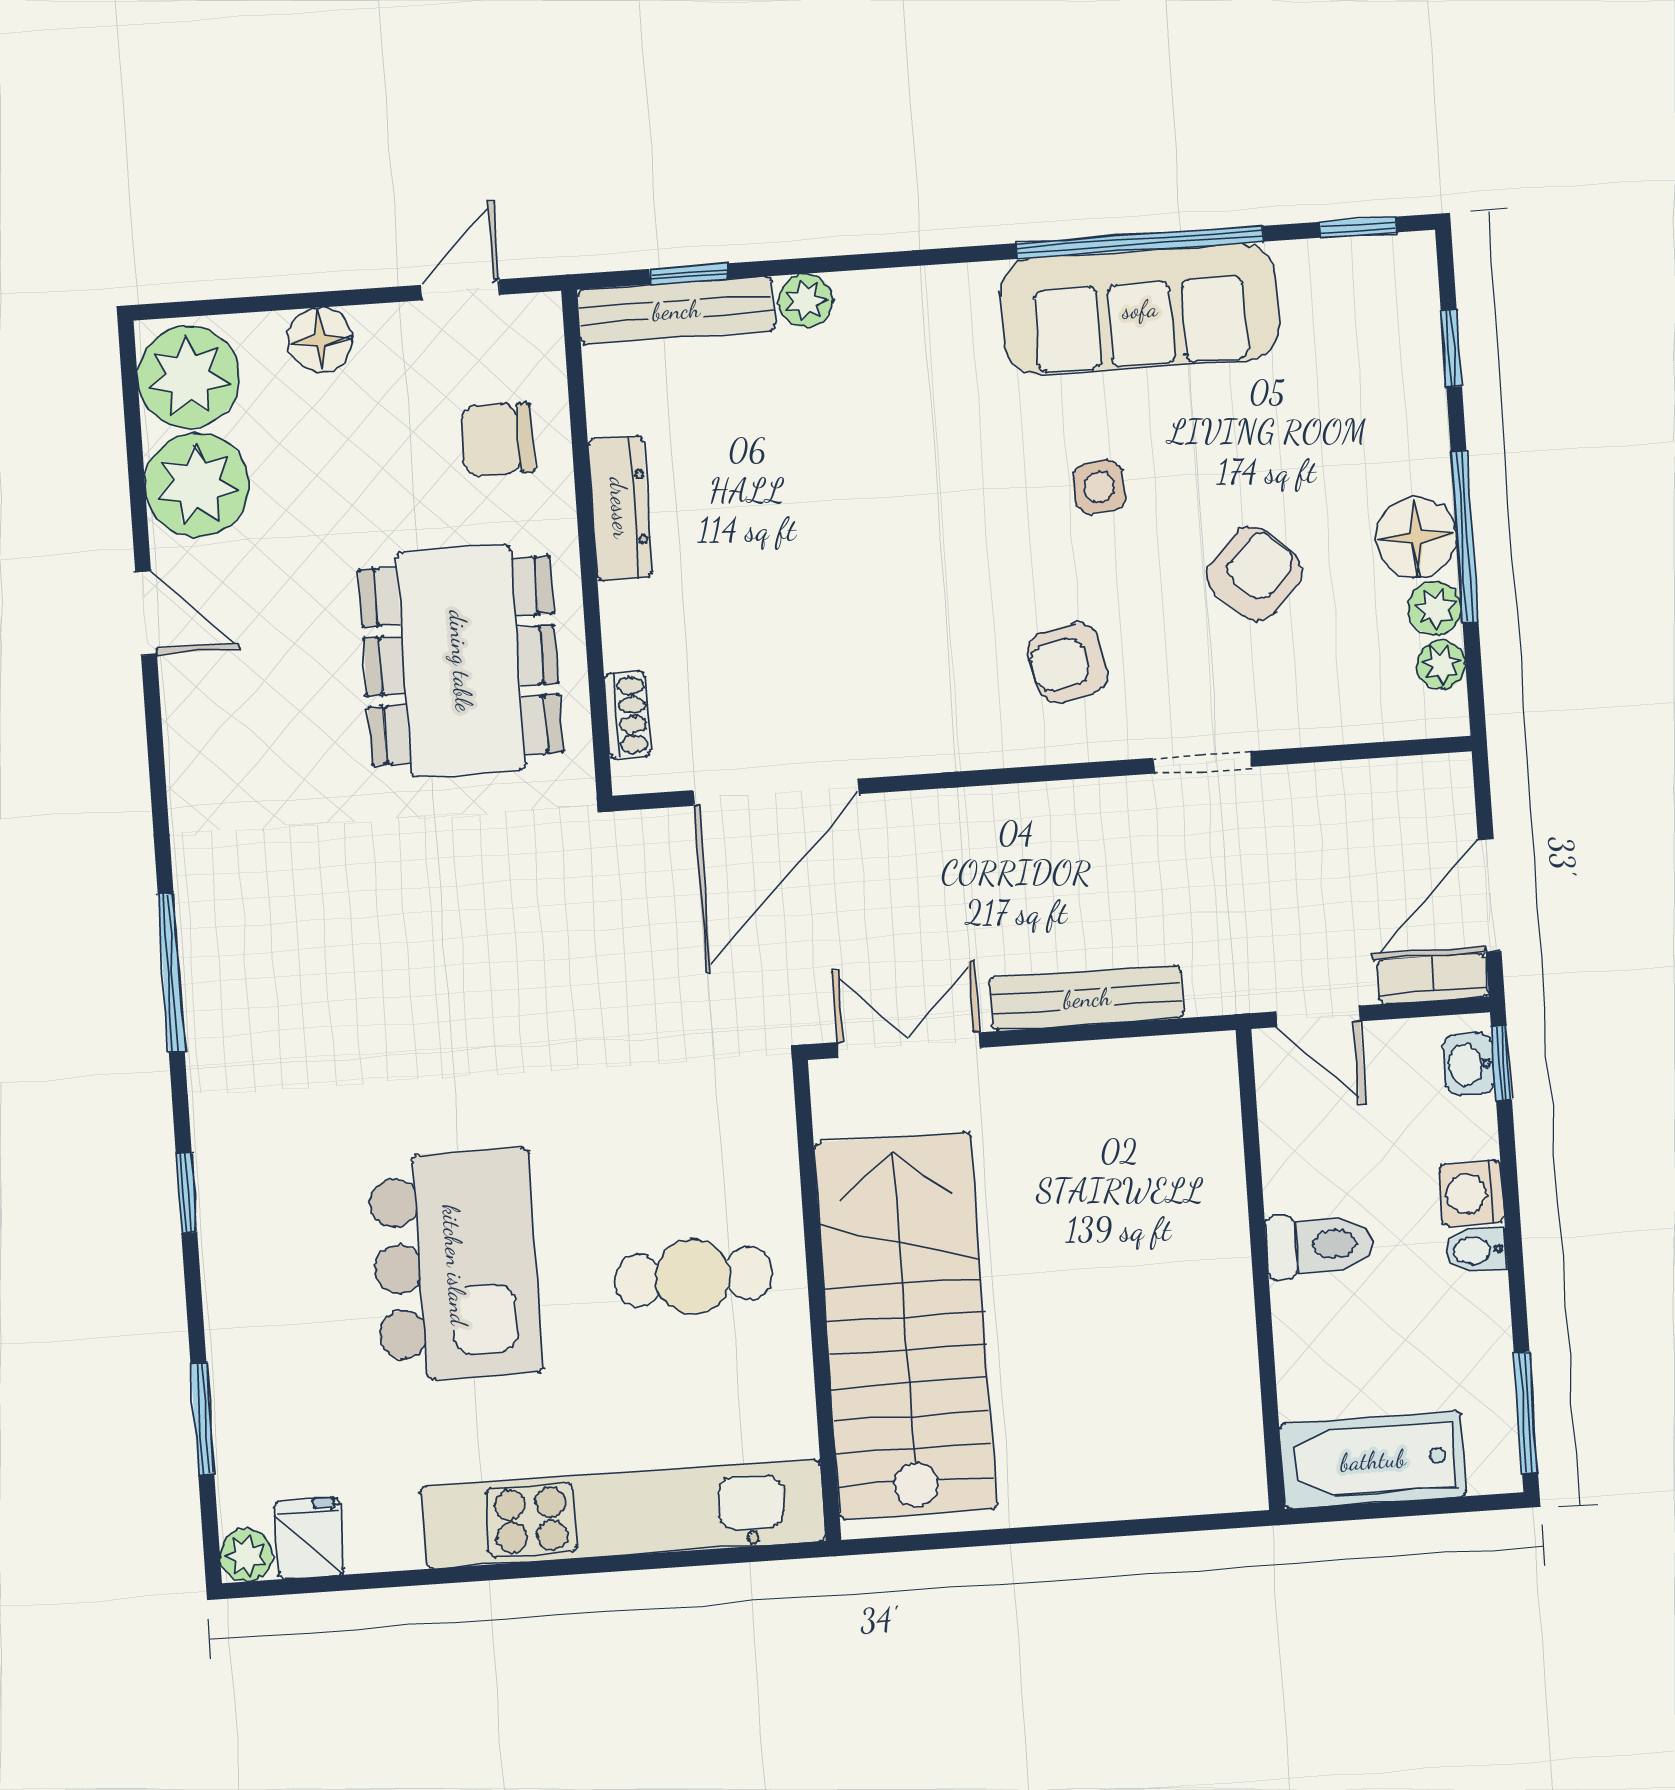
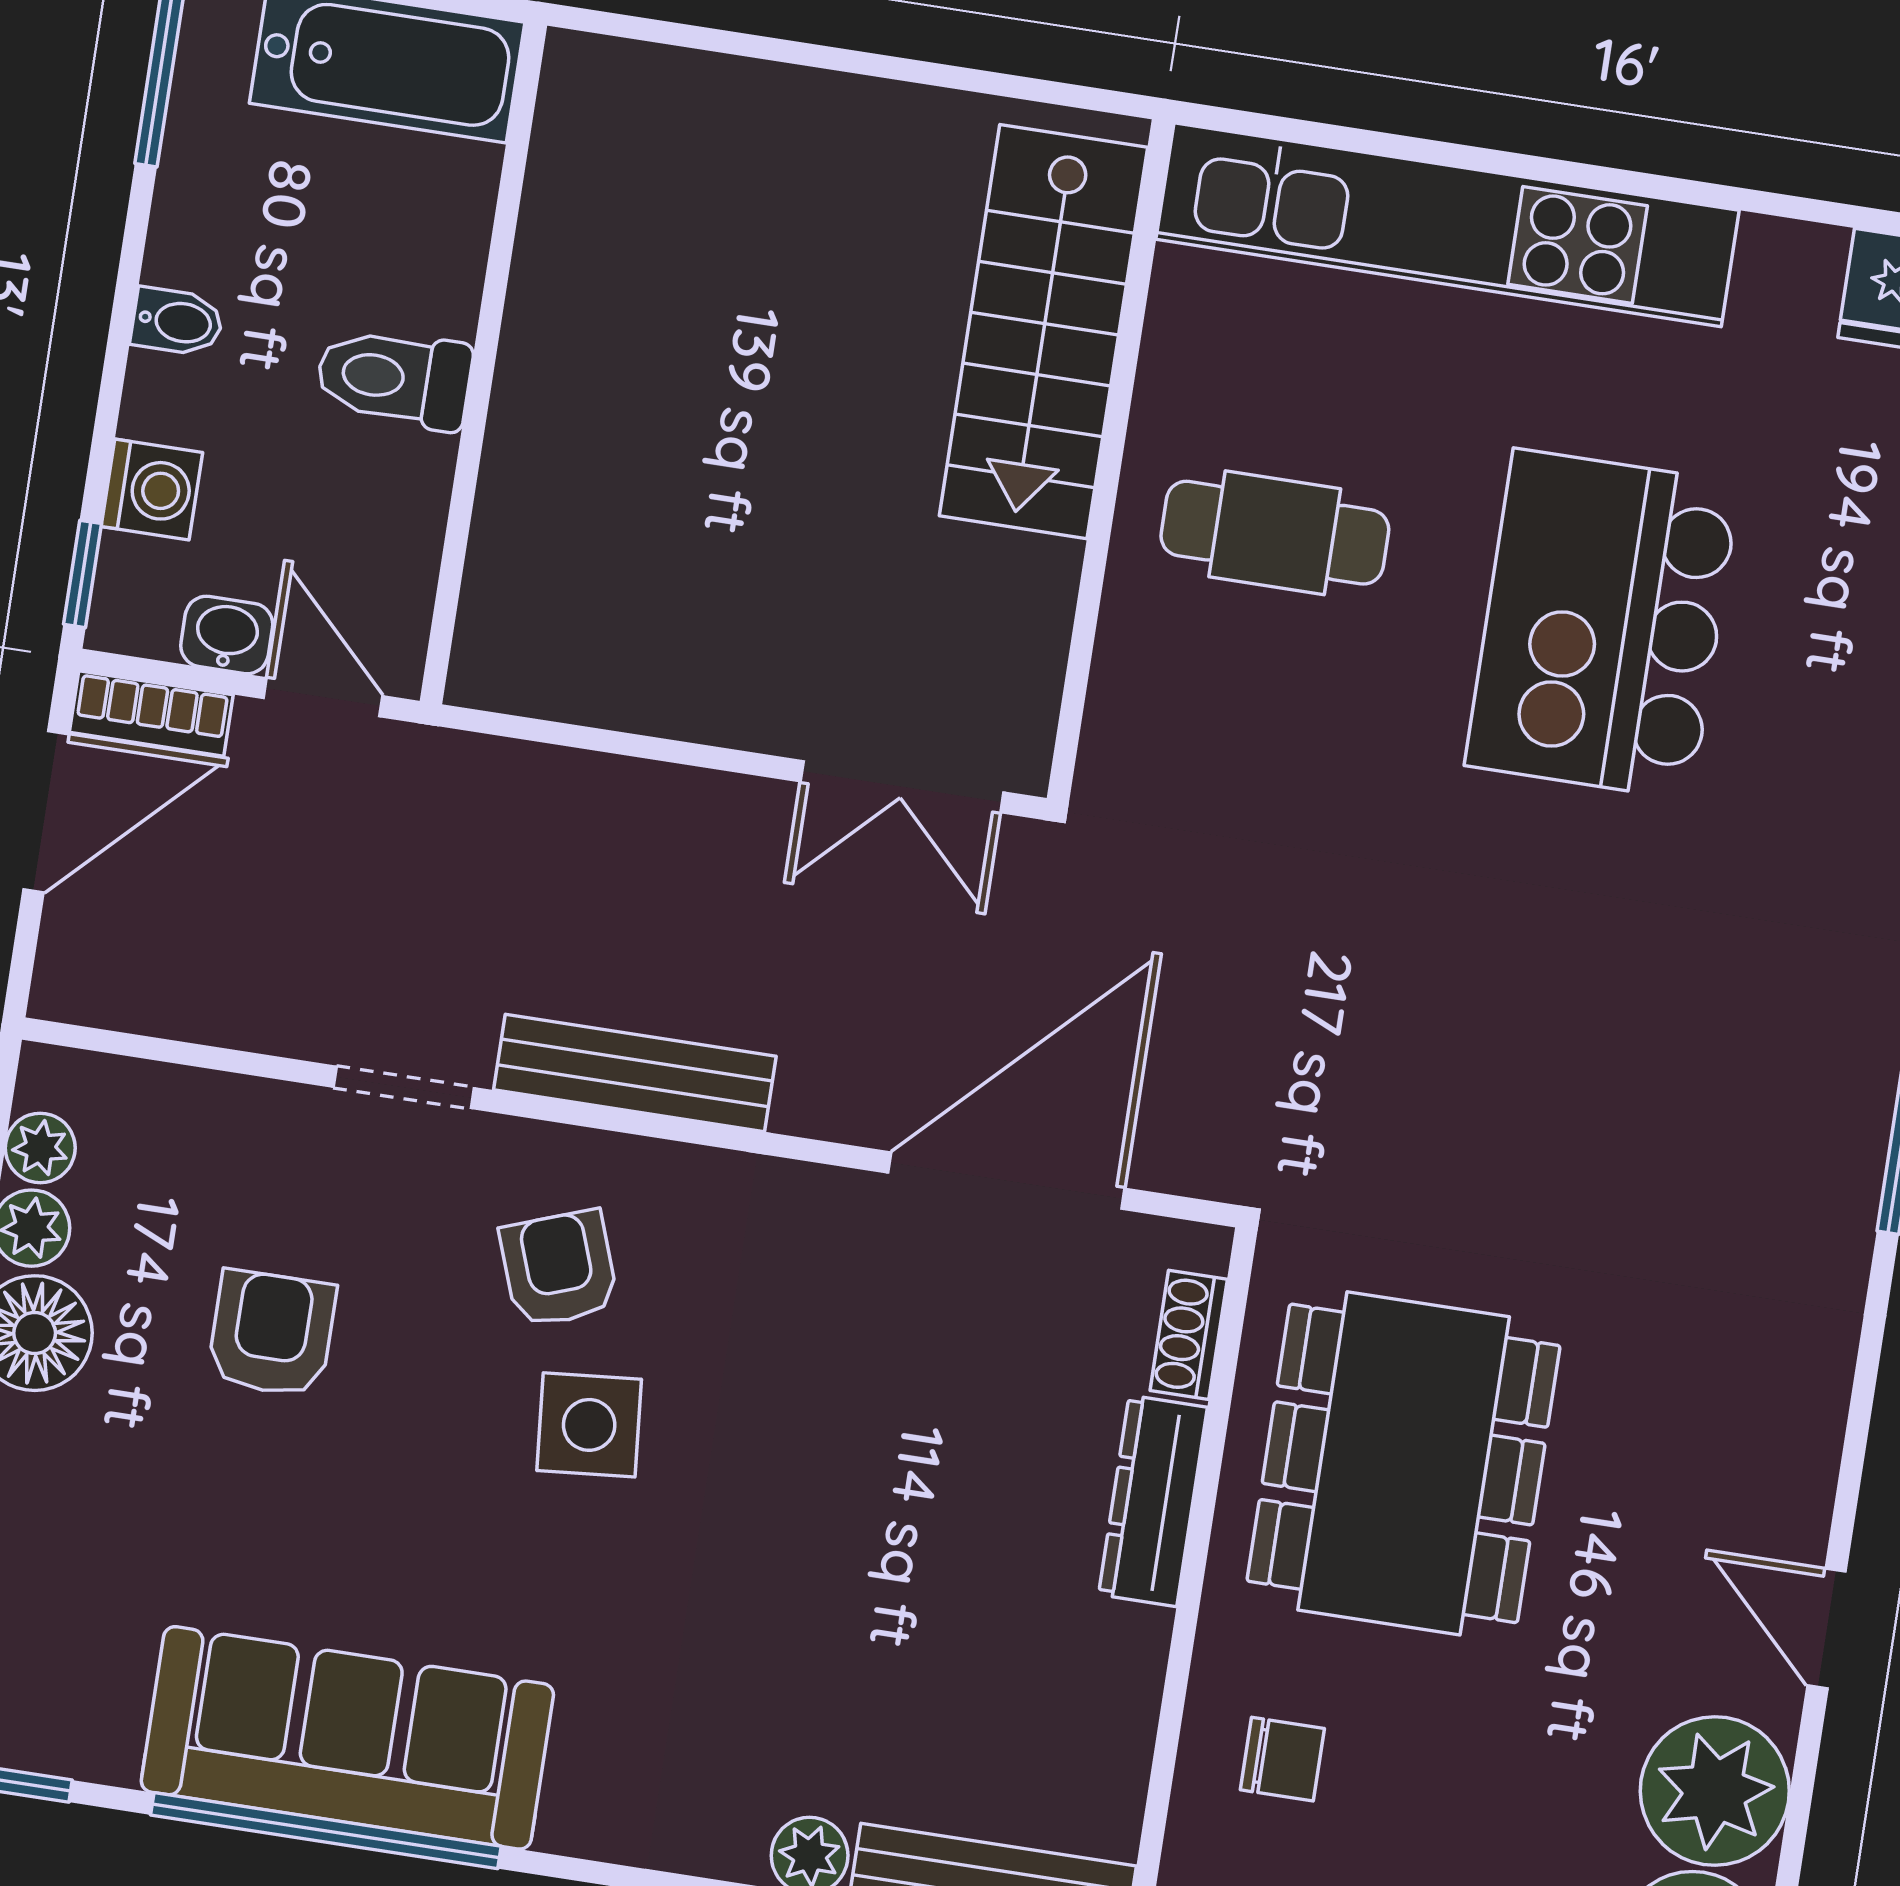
chair: (498, 440) -> (1282, 1759), width x0.73, depth x0.73
side table: (1099, 487) -> (589, 1425), moved, width x1.37, depth x1.37
dresser: (620, 508) -> (1153, 1501), moved
armchair: (1254, 574) -> (272, 1333), turned 137
armchair: (1068, 663) -> (559, 1269), turned -98
bench: (1087, 998) -> (635, 1073), moved
washbasin: (1469, 1064) -> (227, 635), moved, turned -90
washing machine: (1471, 1193) -> (152, 489), moved
stairs: (905, 1326) -> (1043, 332), width x0.73, depth x0.66

